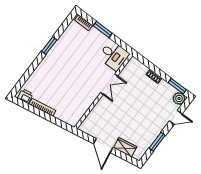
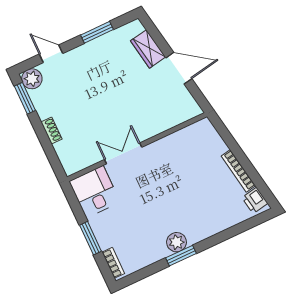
plant: (55, 52) -> (177, 242), added
door: (103, 146) -> (179, 68), hinge flipped

